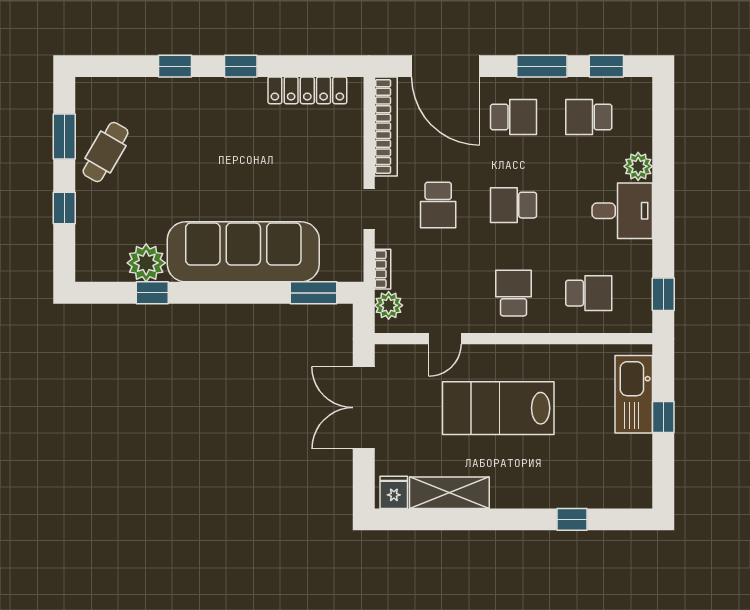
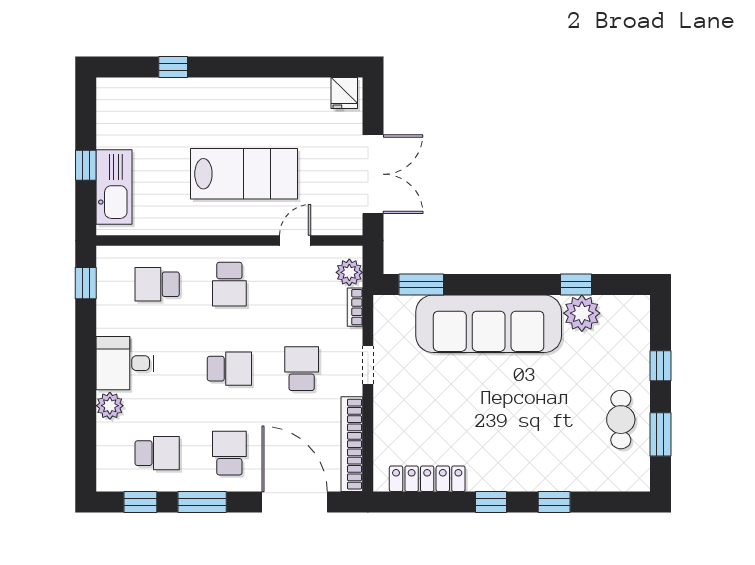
school desk: (513, 117) -> (229, 453), turned 90
cafe table: (106, 152) -> (621, 420), turned -30
shelving: (449, 493) -> (291, 93), removed

